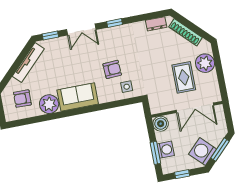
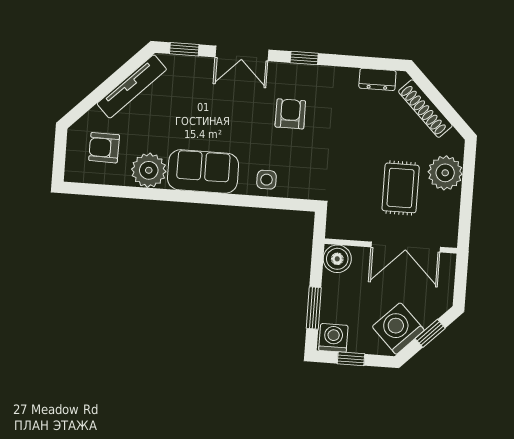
armchair: (112, 69) -> (290, 114), moved, turned -87
side table: (127, 87) -> (267, 180), moved
washing machine: (166, 150) -> (333, 338), moved, turned -90
window: (220, 150) -> (430, 333), width x0.67

